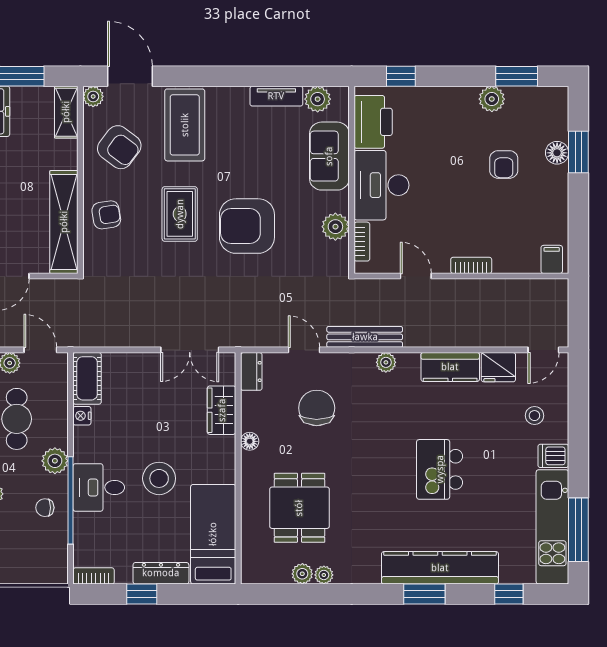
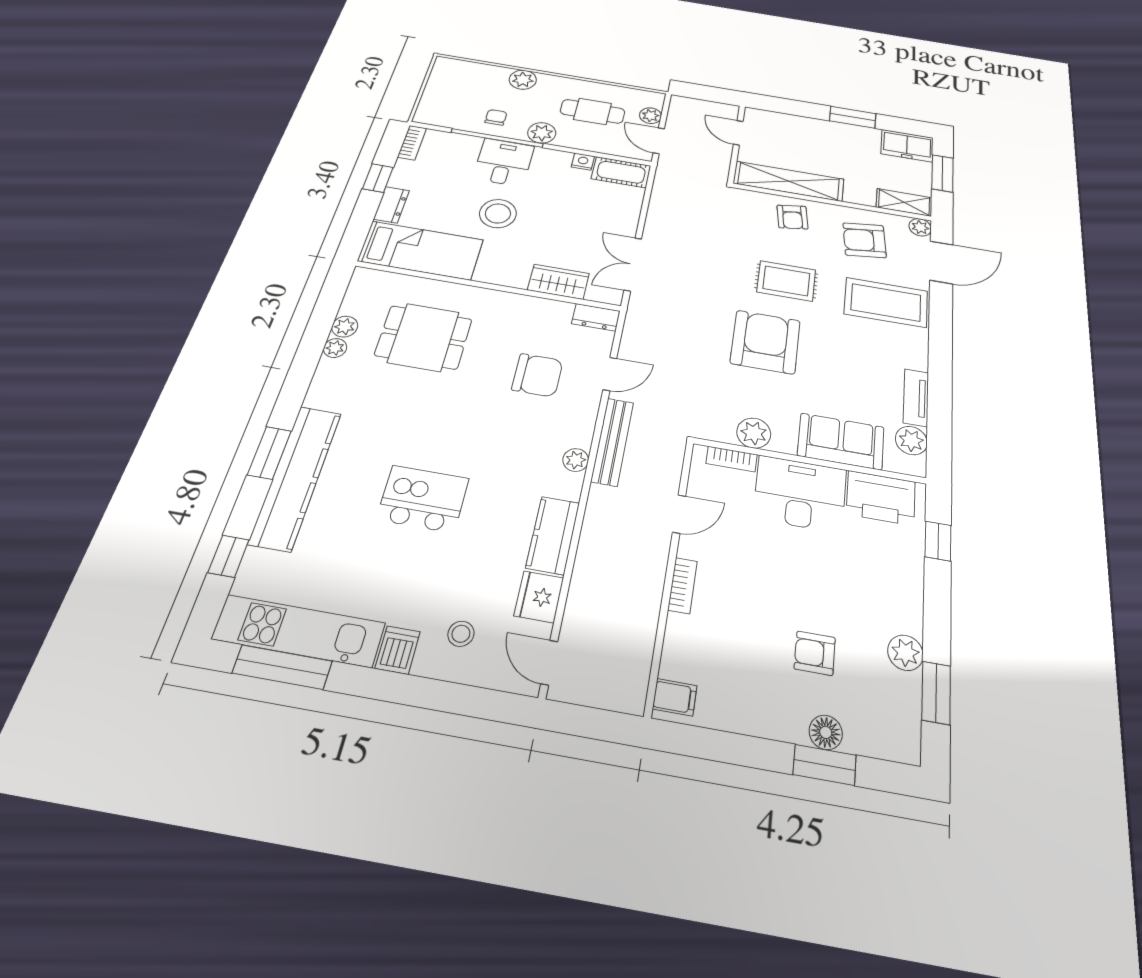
armchair: (119, 147) -> (865, 240), turned 46
door: (40, 350) -> (659, 141), swing flipped
floor lamp: (250, 441) -> (516, 302), removed
dresser: (161, 573) -> (391, 205), width x0.70

